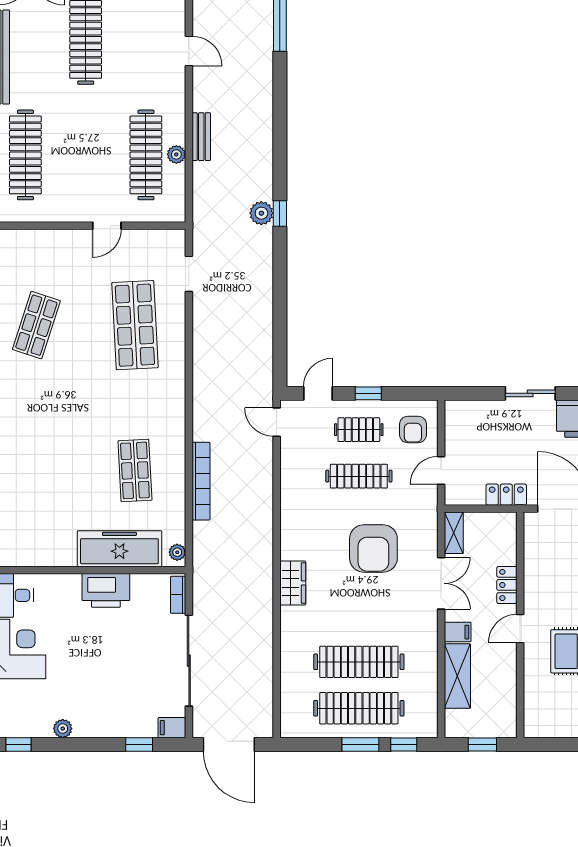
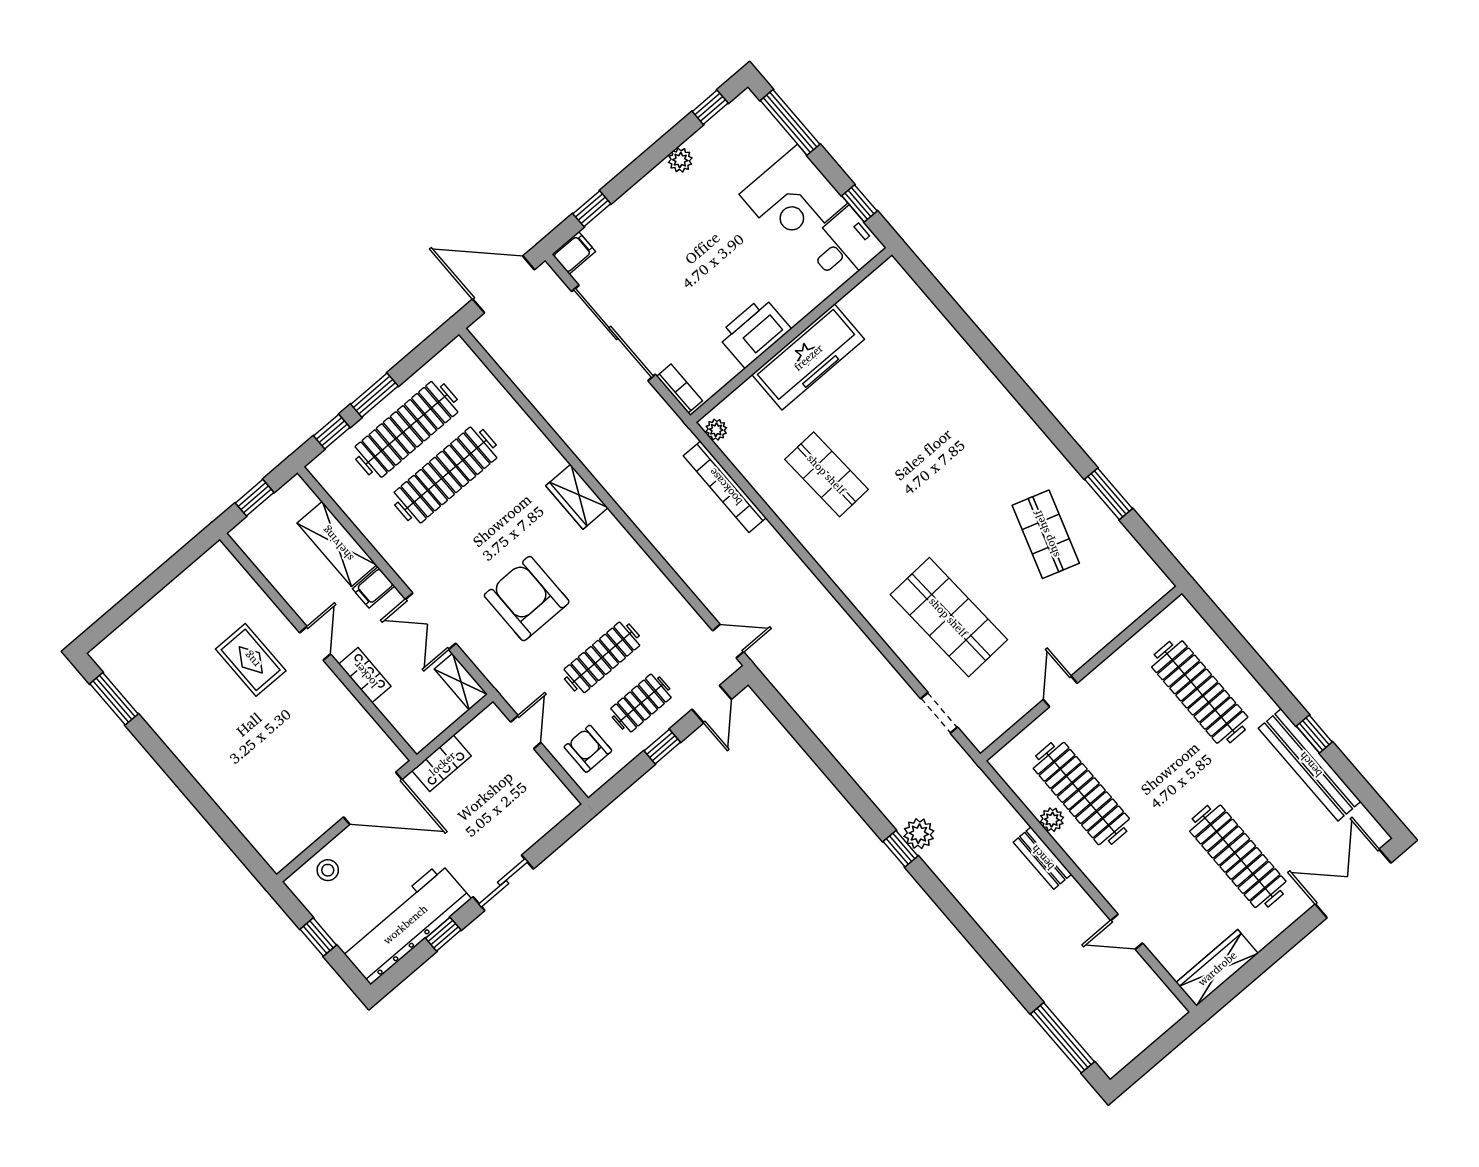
bookcase: (201, 481) -> (725, 487), moved
freezer: (119, 549) -> (808, 357), moved

